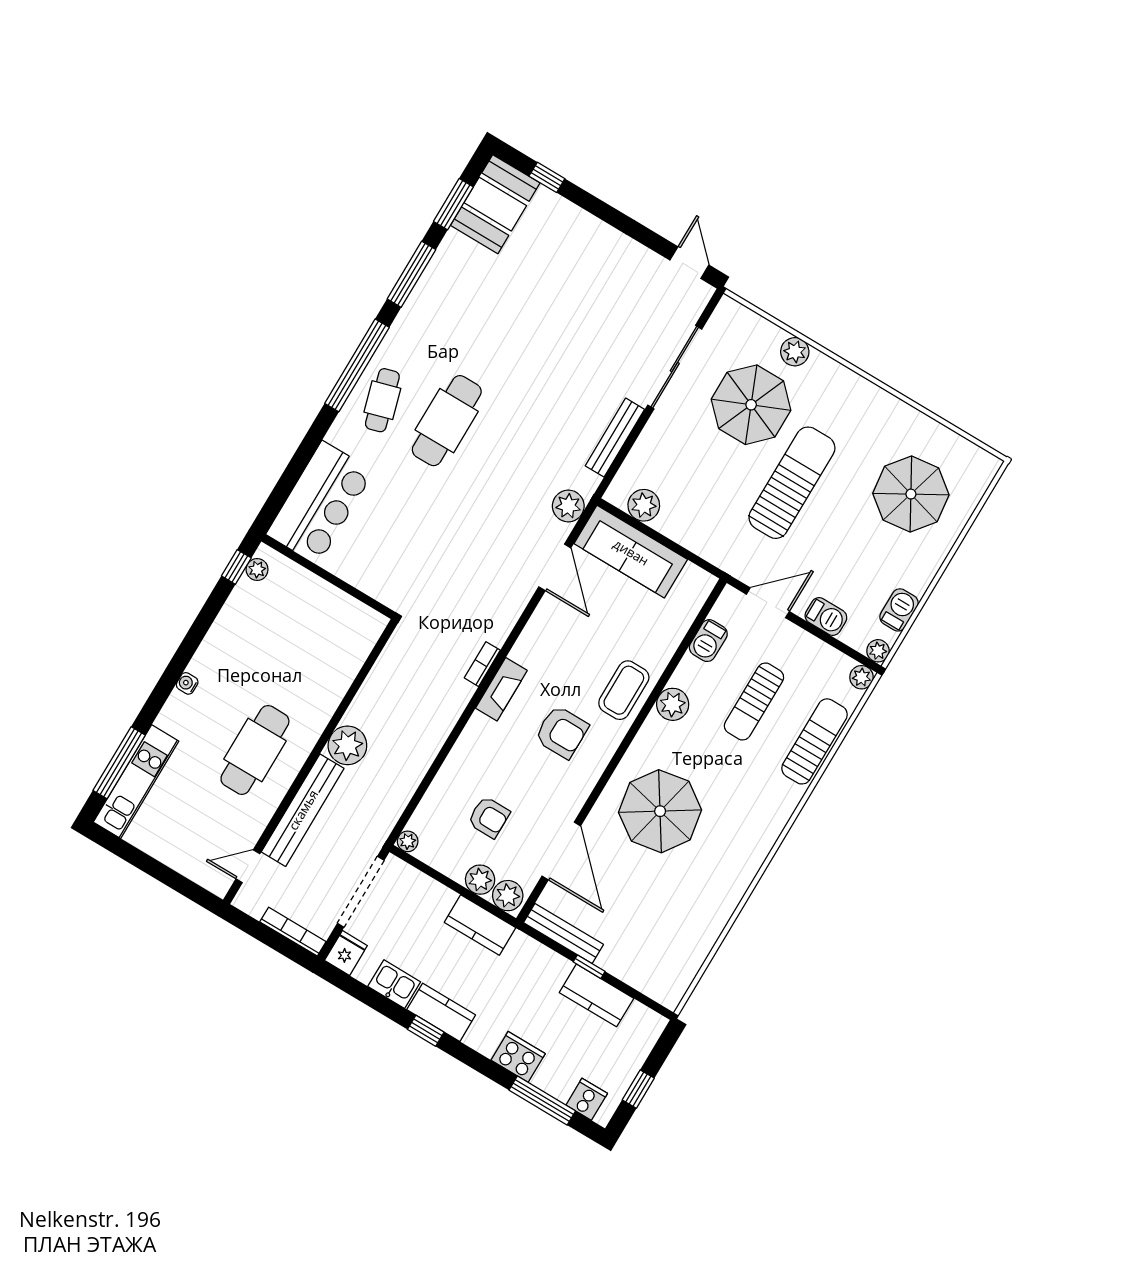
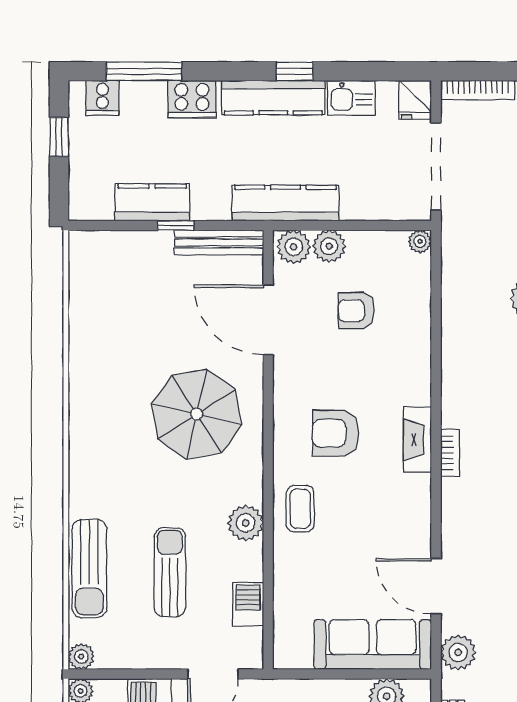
coffee table: (624, 690) -> (300, 509), width x0.73, depth x0.77
kitchen counter: (480, 925) -> (285, 203), width x1.50
kitchen counter: (441, 1012) -> (273, 98), width x1.50

